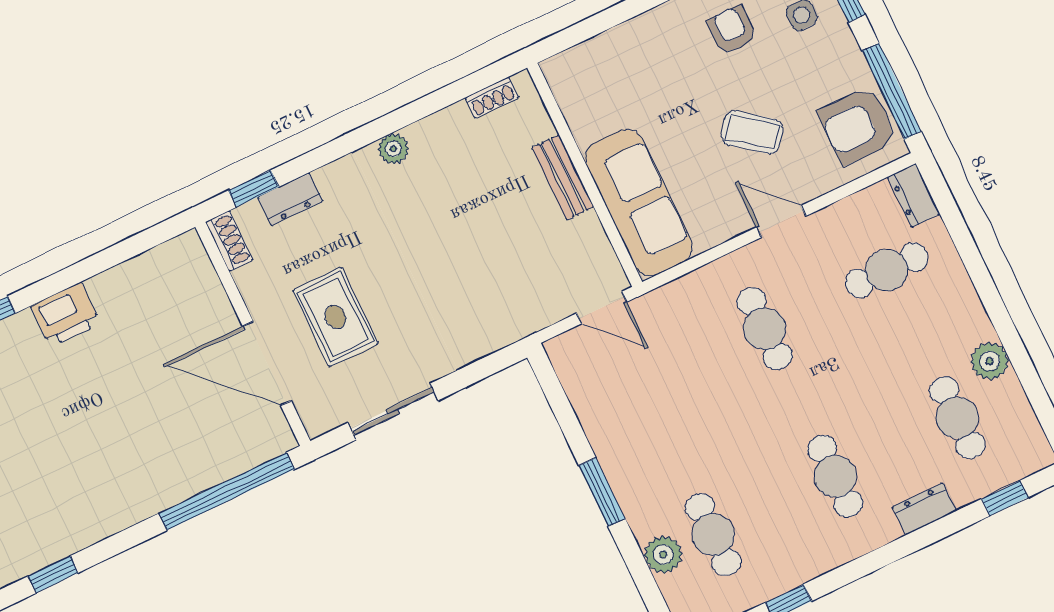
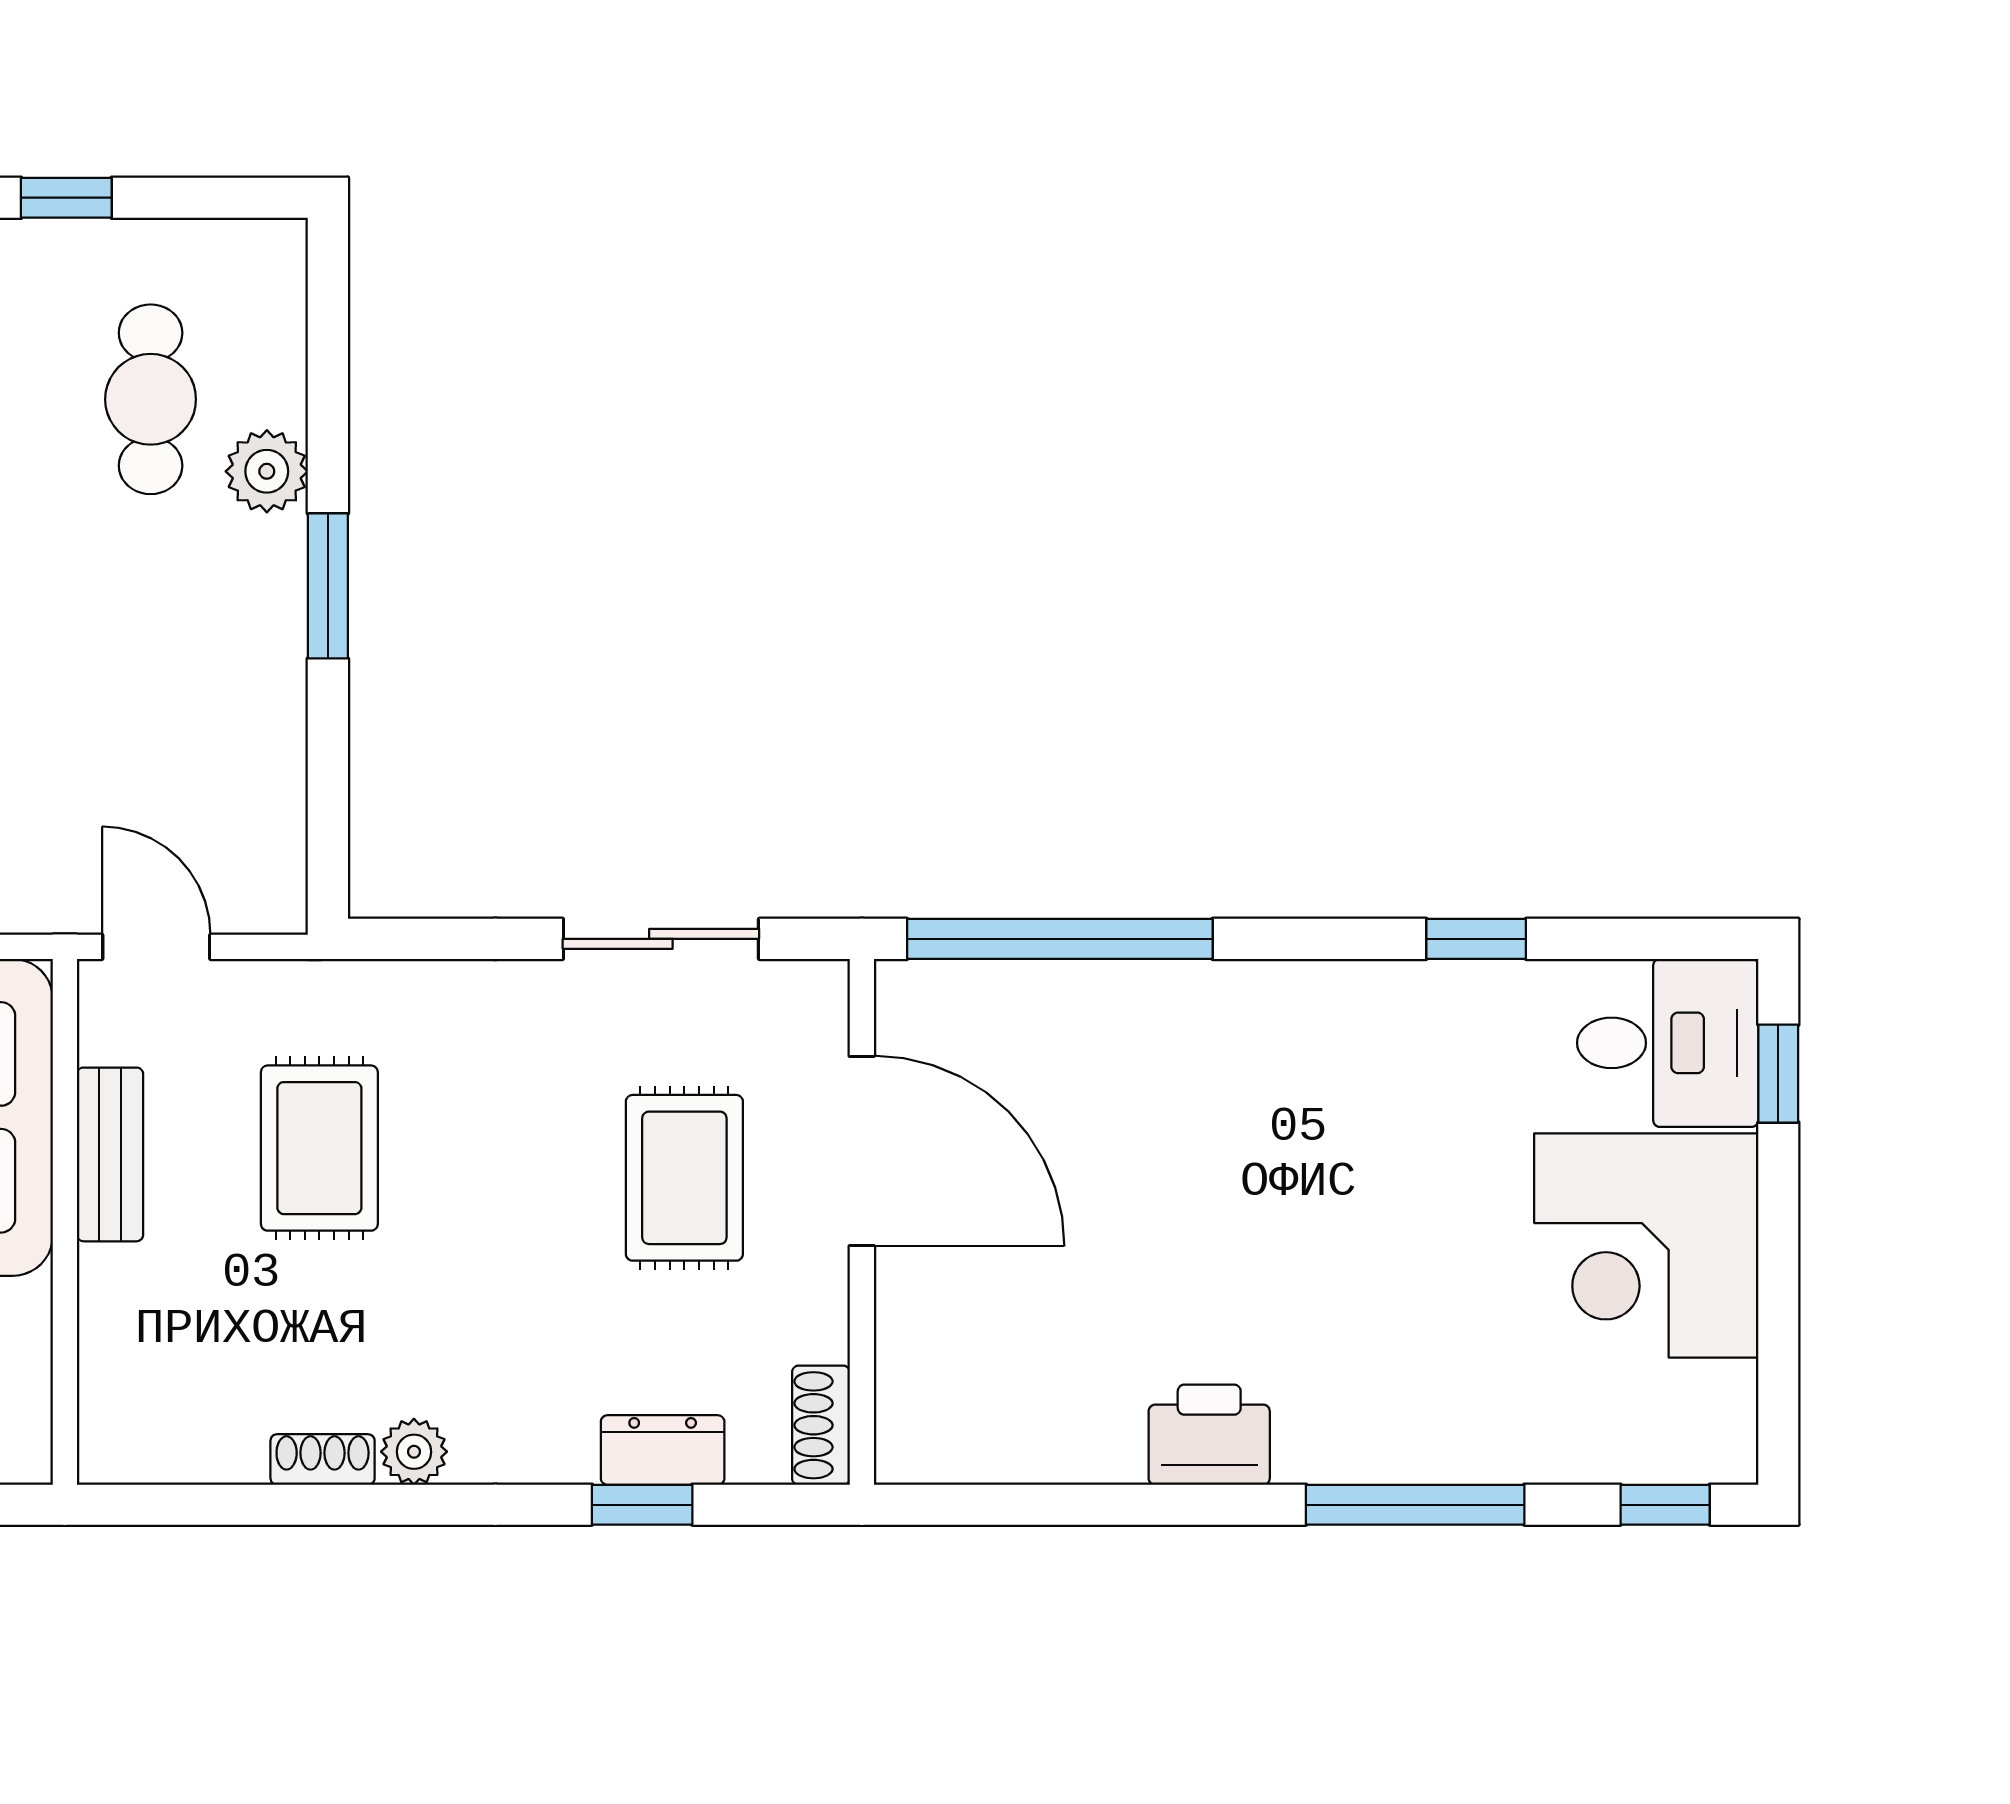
shoe rack: (492, 98) -> (323, 1459), moved
bench: (563, 177) -> (110, 1154), moved
window: (254, 189) -> (642, 1505), moved
rug: (493, 256) -> (319, 1148), added
plant: (663, 555) -> (267, 471), moved

